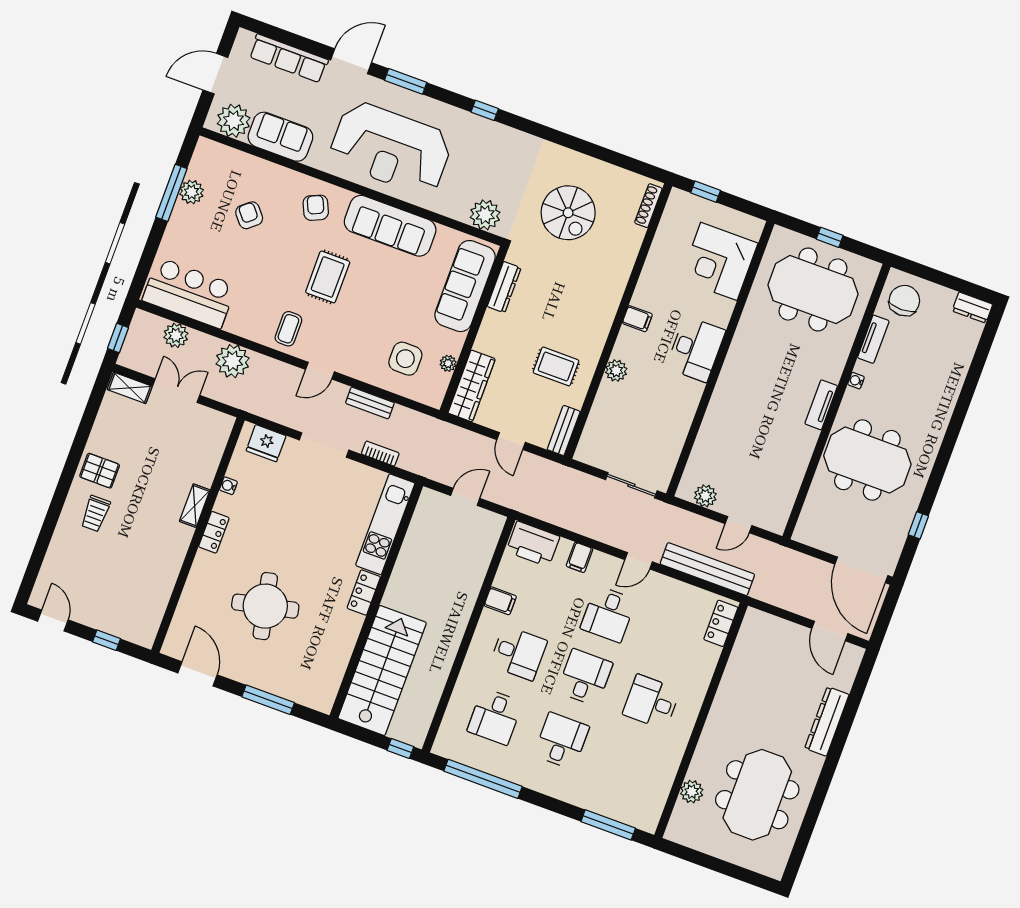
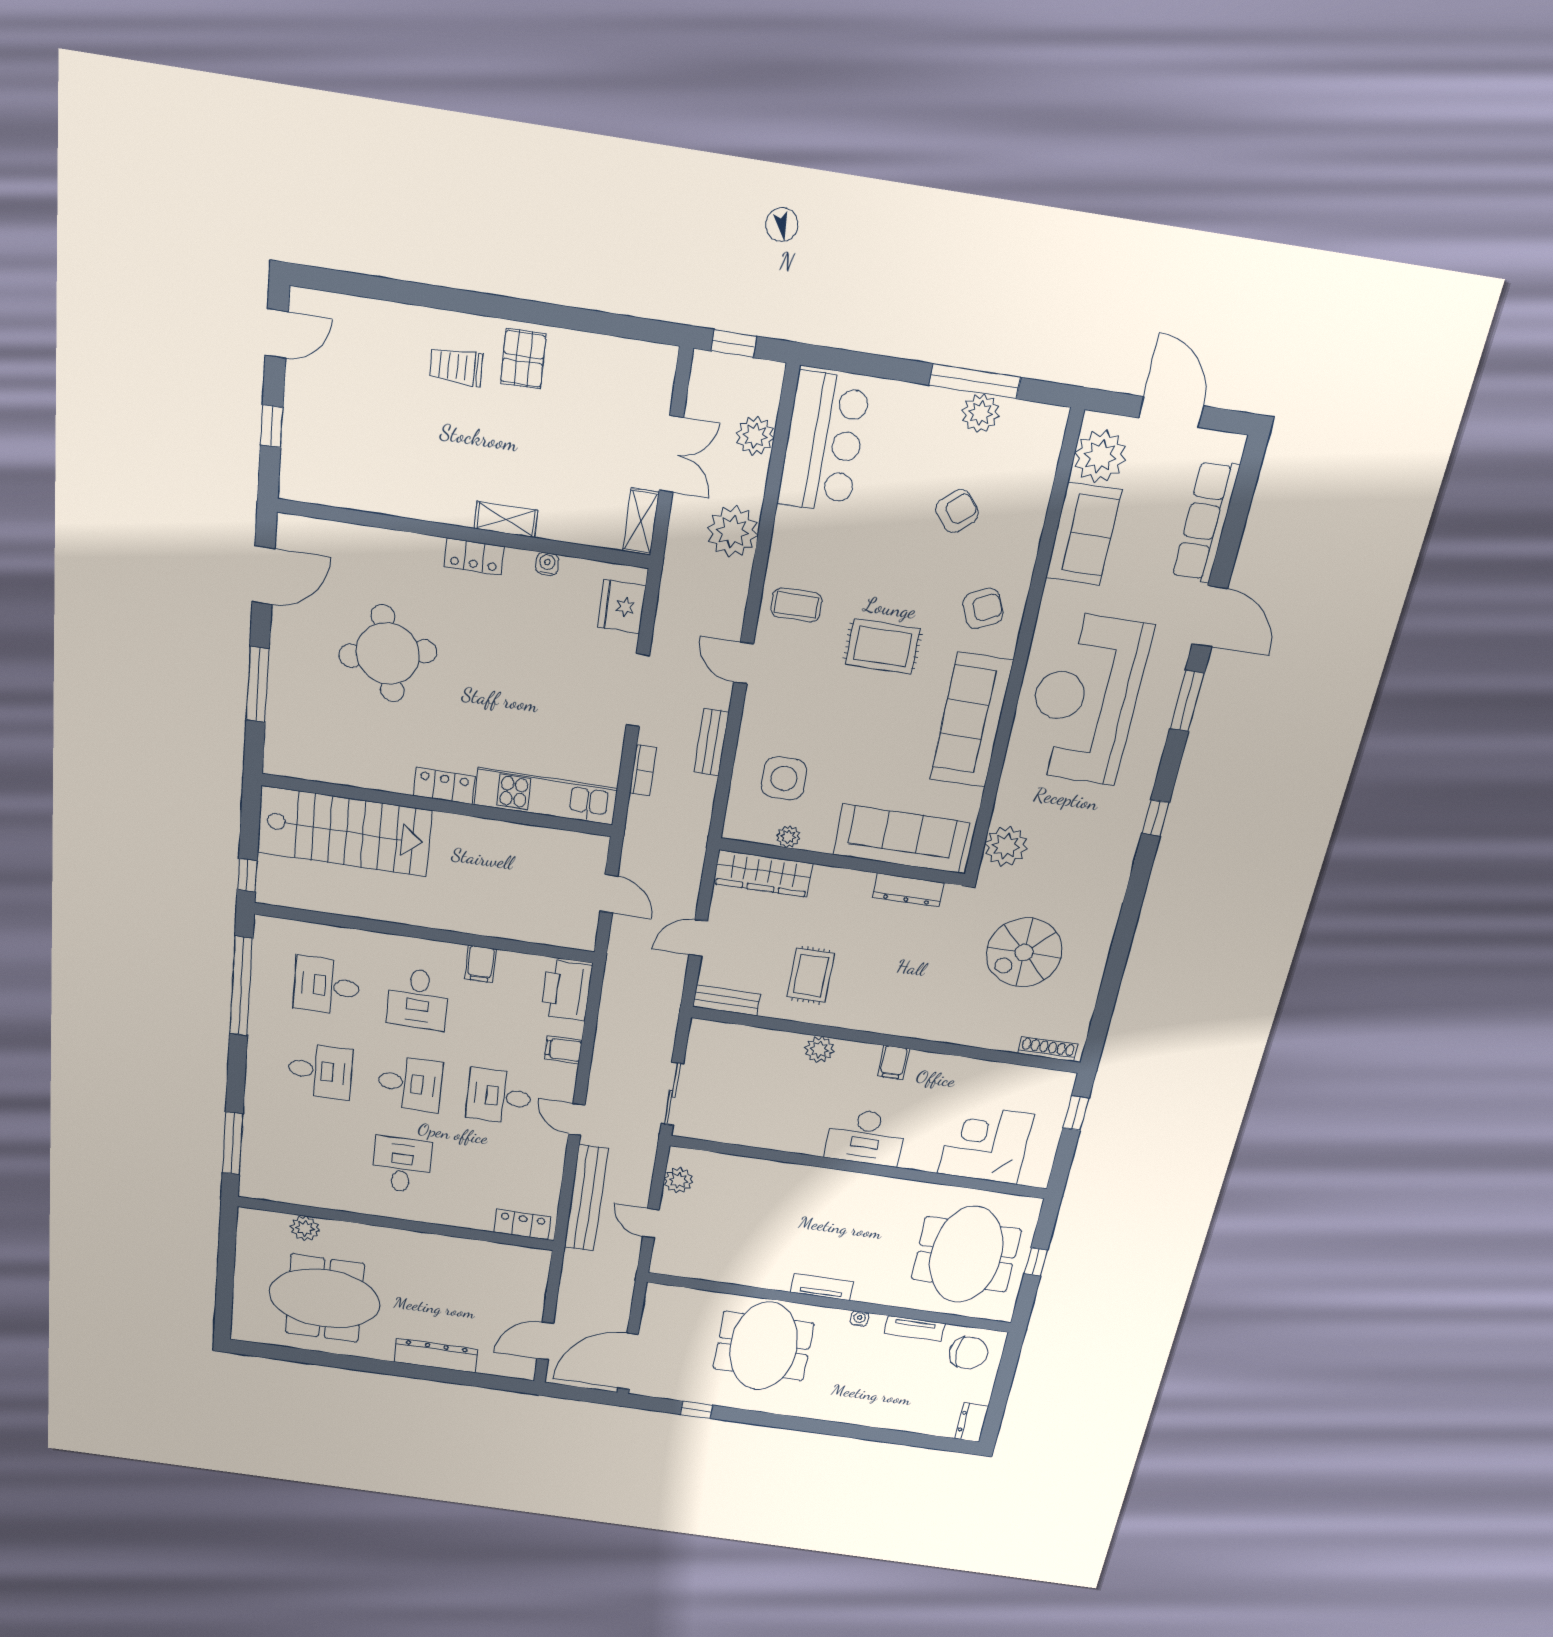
shelving: (130, 388) -> (641, 522), moved

